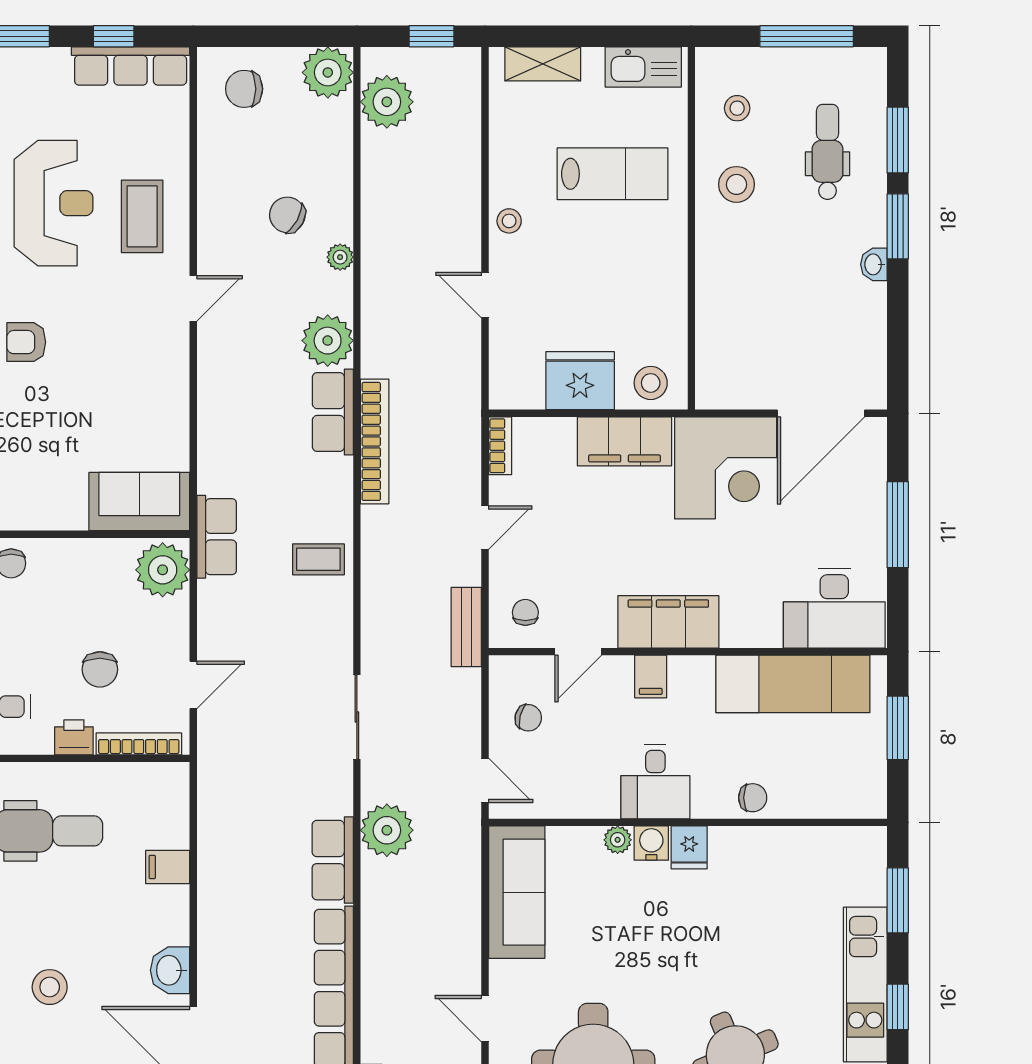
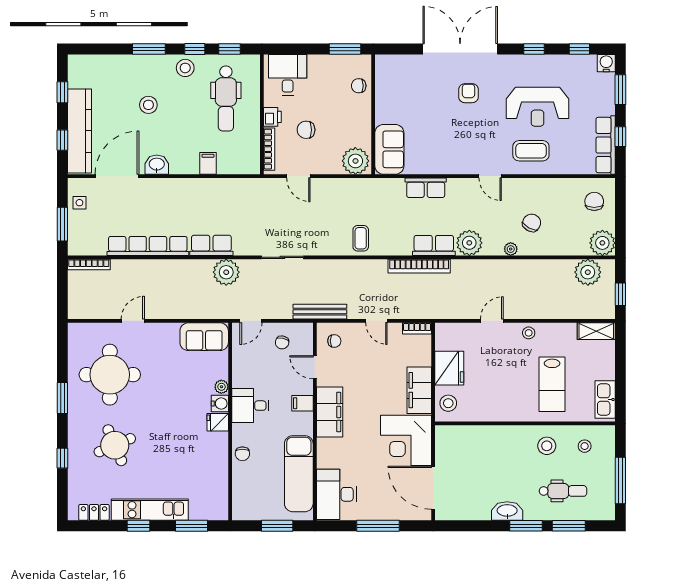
shelving: (543, 64) -> (596, 331), moved, turned 90
washbasin: (874, 264) -> (507, 511), width x1.91, depth x1.45
row of seats: (217, 537) -> (426, 188), moved
bench: (466, 627) -> (320, 312), width x1.36
sofa: (517, 892) -> (204, 337), width x0.73

